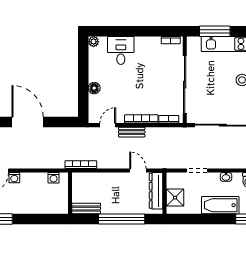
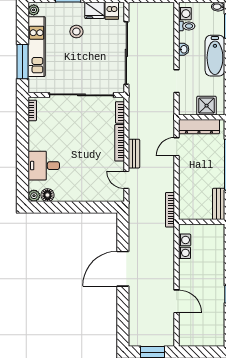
floor lamp: (94, 88) -> (47, 195), moved
washing machine: (14, 178) -> (184, 253), moved

